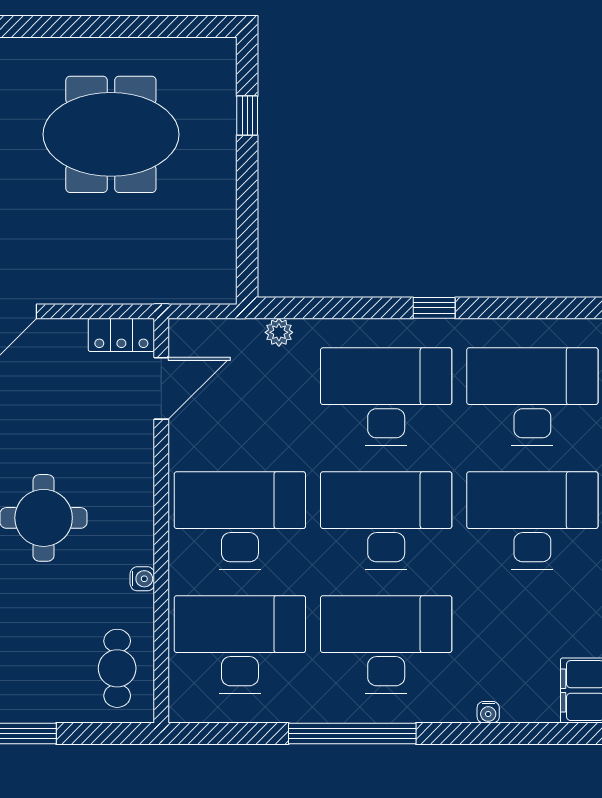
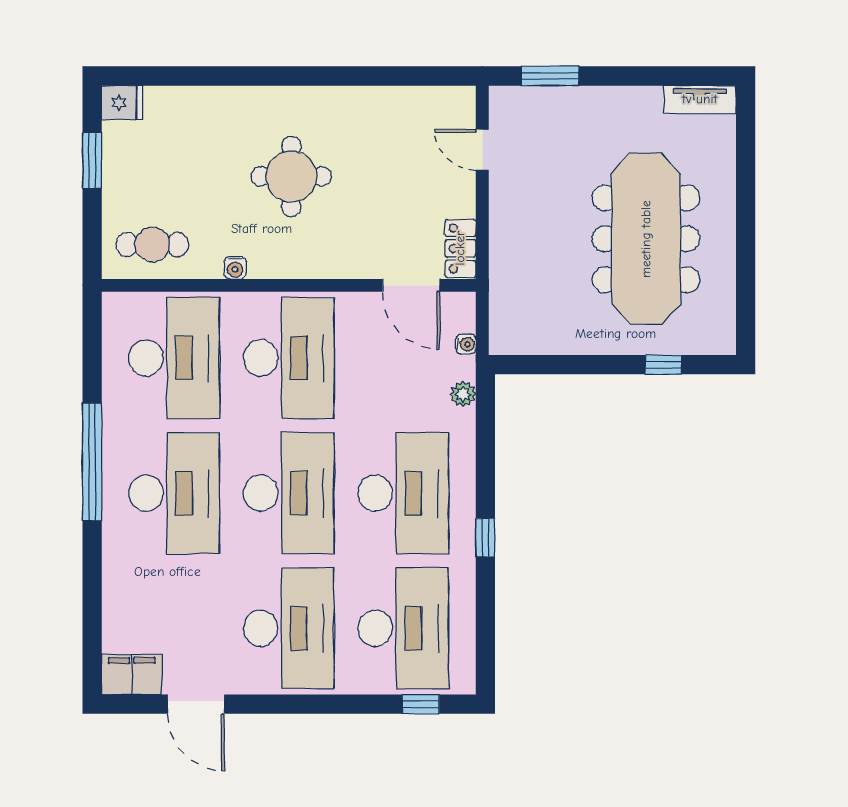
meeting table: (111, 134) -> (646, 239), width x1.36
water cooler: (488, 712) -> (466, 344), moved, turned 180

